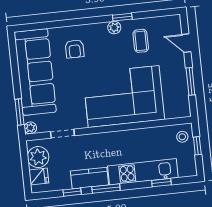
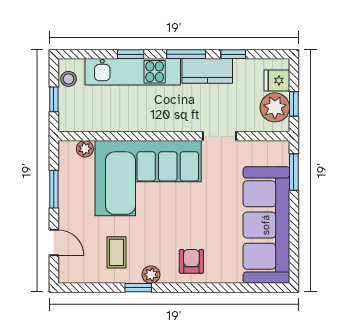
armchair: (75, 49) -> (191, 261), moved
plant: (30, 128) -> (85, 149), moved
doorway: (62, 134) -> (219, 136), moved
stool: (182, 137) -> (69, 79), moved
window: (25, 161) -> (294, 104), added
window: (161, 183) -> (131, 54), moved

